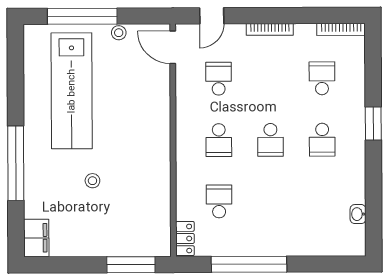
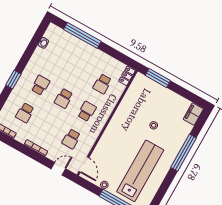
school desk: (270, 140) -> (64, 98), turned 180
window: (249, 264) -> (82, 35), moved

